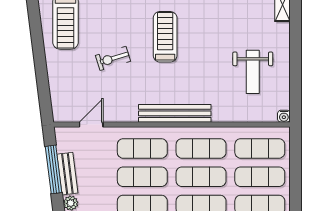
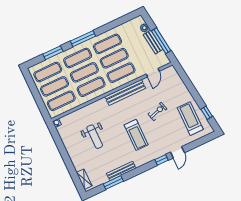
window: (35, 19) -> (207, 113), added
weight bench: (253, 72) -> (95, 137), moved, turned 180
bench: (175, 113) -> (125, 92), moved

